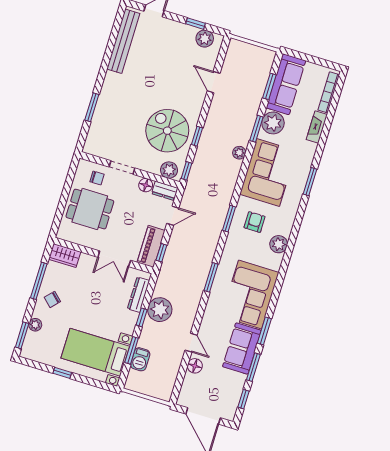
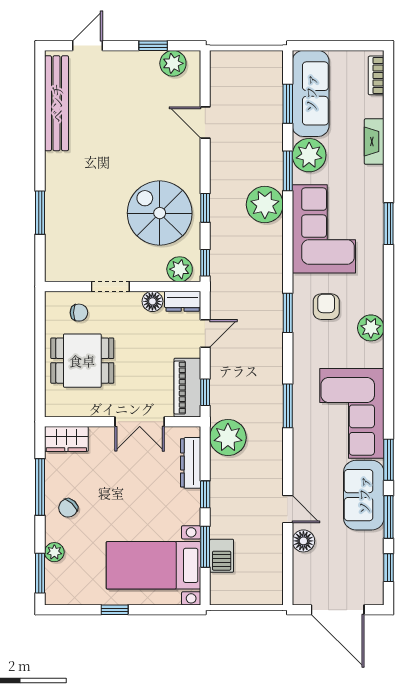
bookcase: (329, 92) -> (376, 75), width x0.64
plant: (239, 153) -> (265, 205), width x1.87, depth x1.87
plant: (160, 310) -> (228, 438), moved

